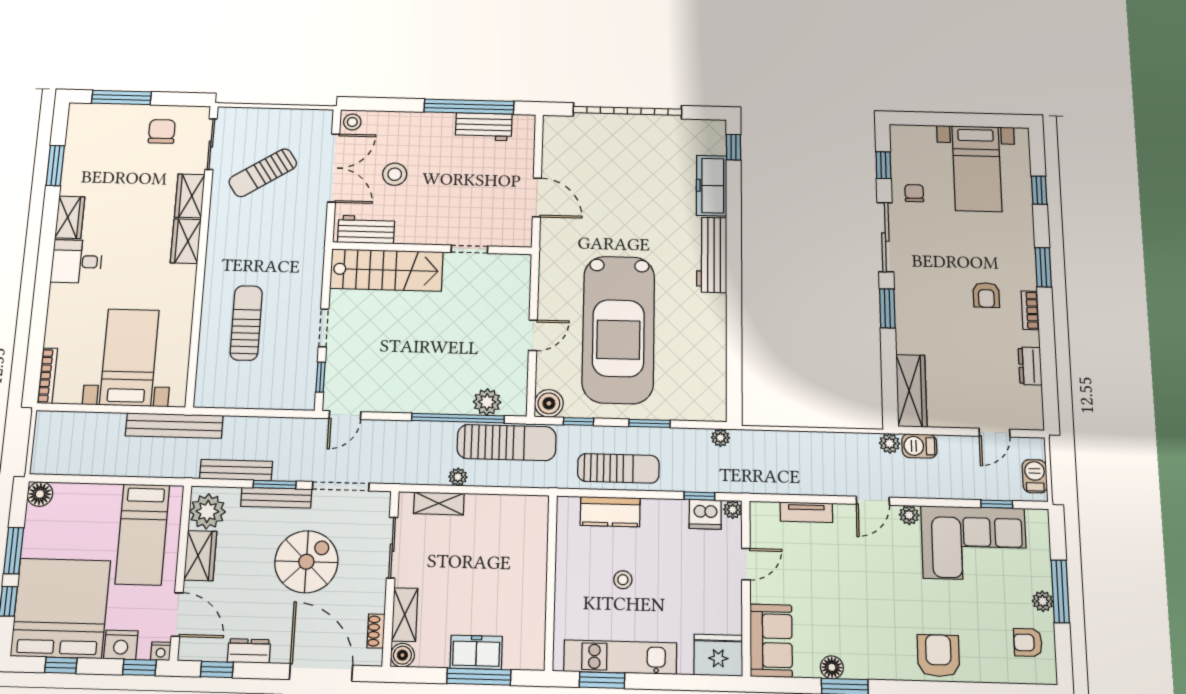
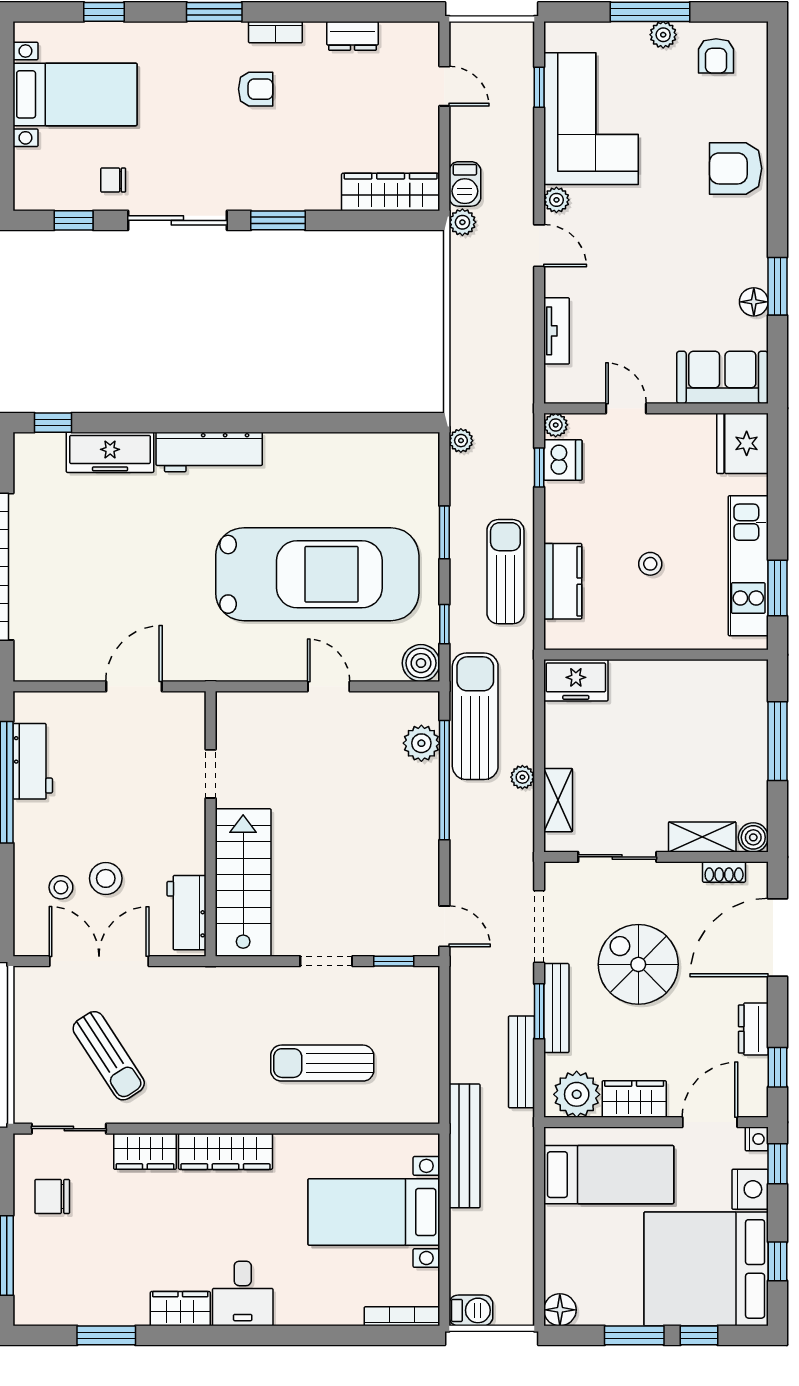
stool: (352, 122) -> (61, 887), moved
wardrobe: (186, 241) -> (225, 1151), width x1.50
barbecue: (1035, 476) -> (471, 1310), moved, turned 180
freezer: (476, 652) -> (576, 680), moved, turned -90

